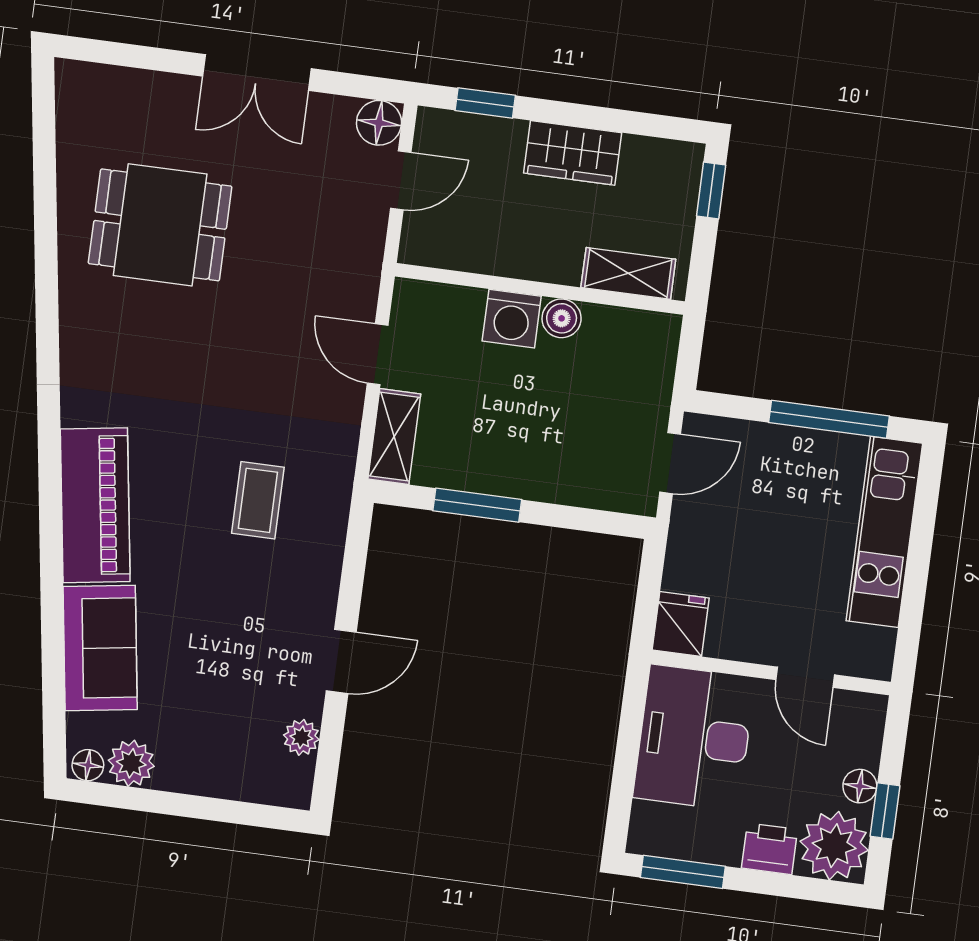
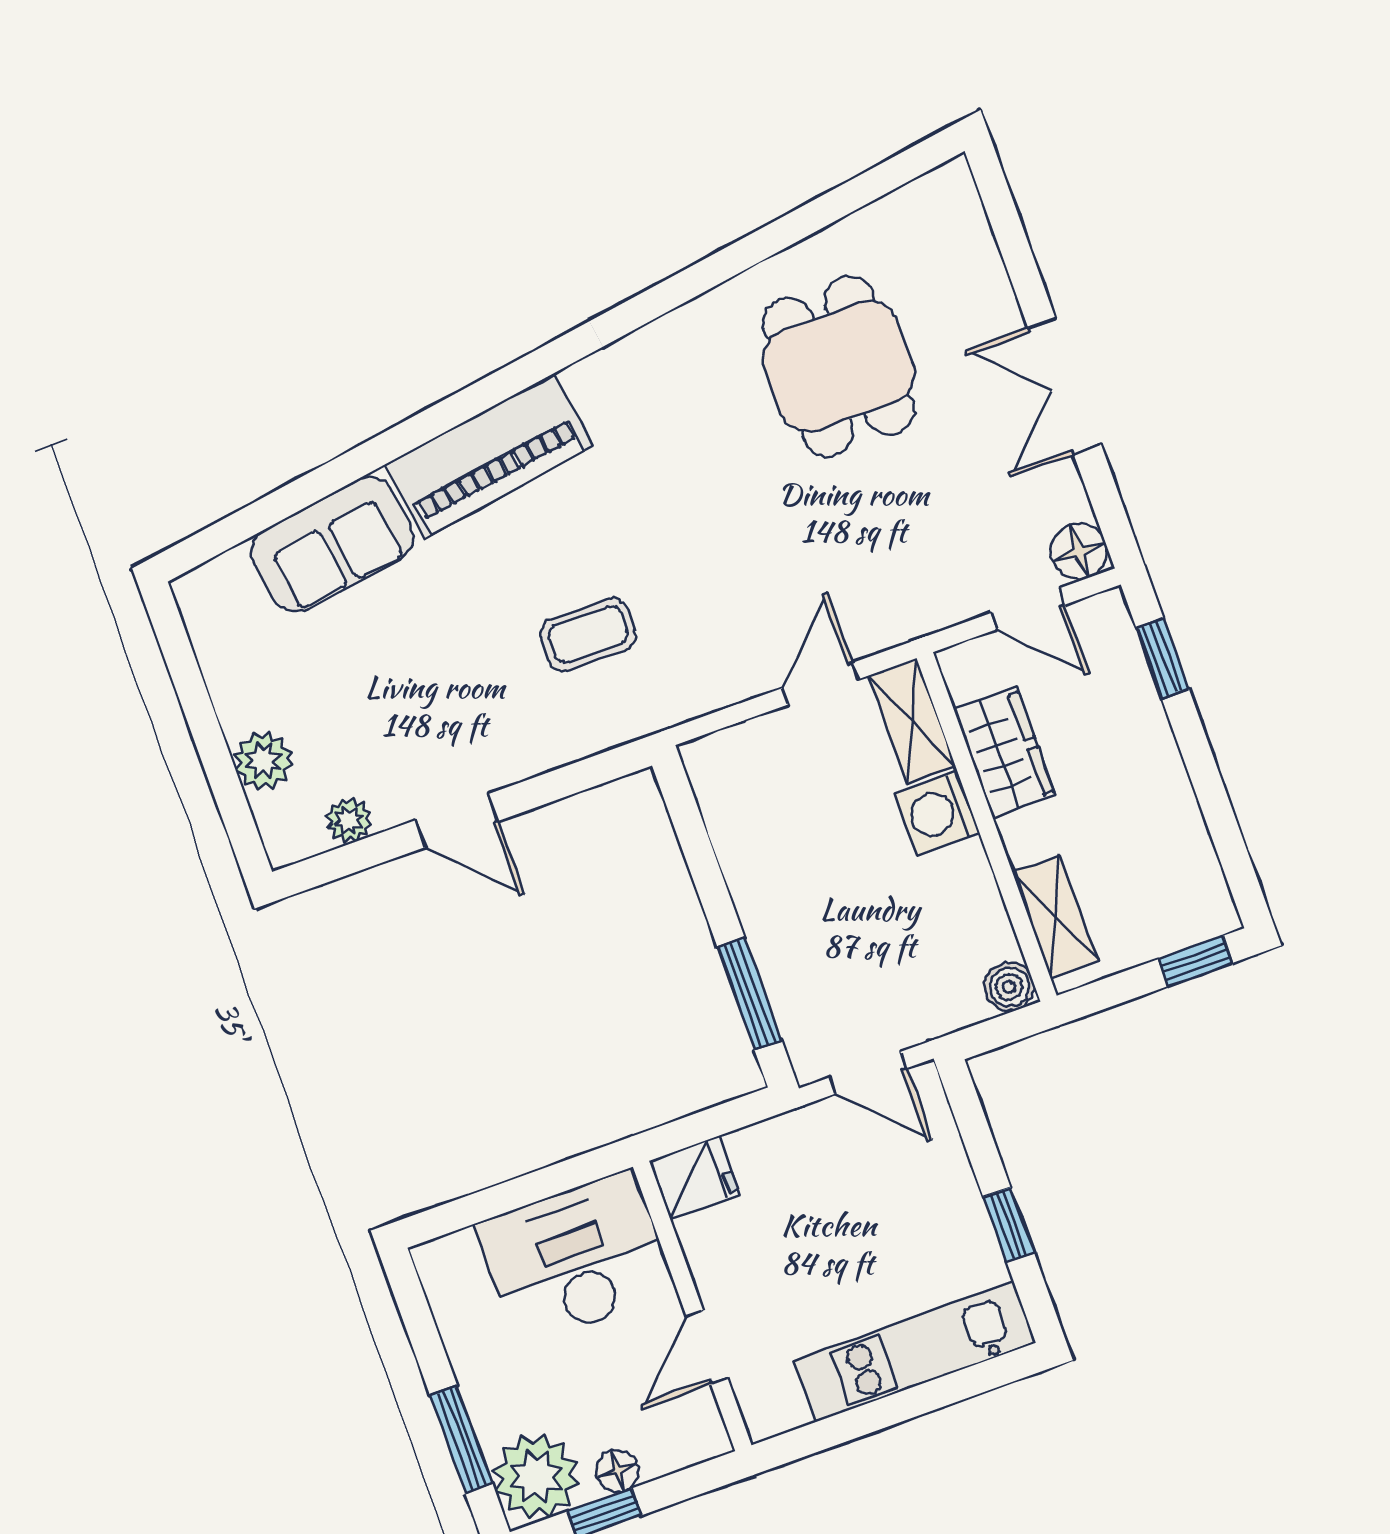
wardrobe: (573, 153) -> (1005, 753), moved, turned 180
boiler: (562, 318) -> (1009, 987), moved
window: (829, 419) -> (1009, 1225), width x0.46
shelving: (394, 437) -> (912, 721), moved, turned 90
window: (477, 505) -> (750, 994), moved
plant: (131, 763) -> (263, 761), moved
floor lamp: (88, 765) -> (195, 598), removed
printer: (770, 849) -> (495, 1407), removed
window: (683, 872) -> (461, 1439), moved

